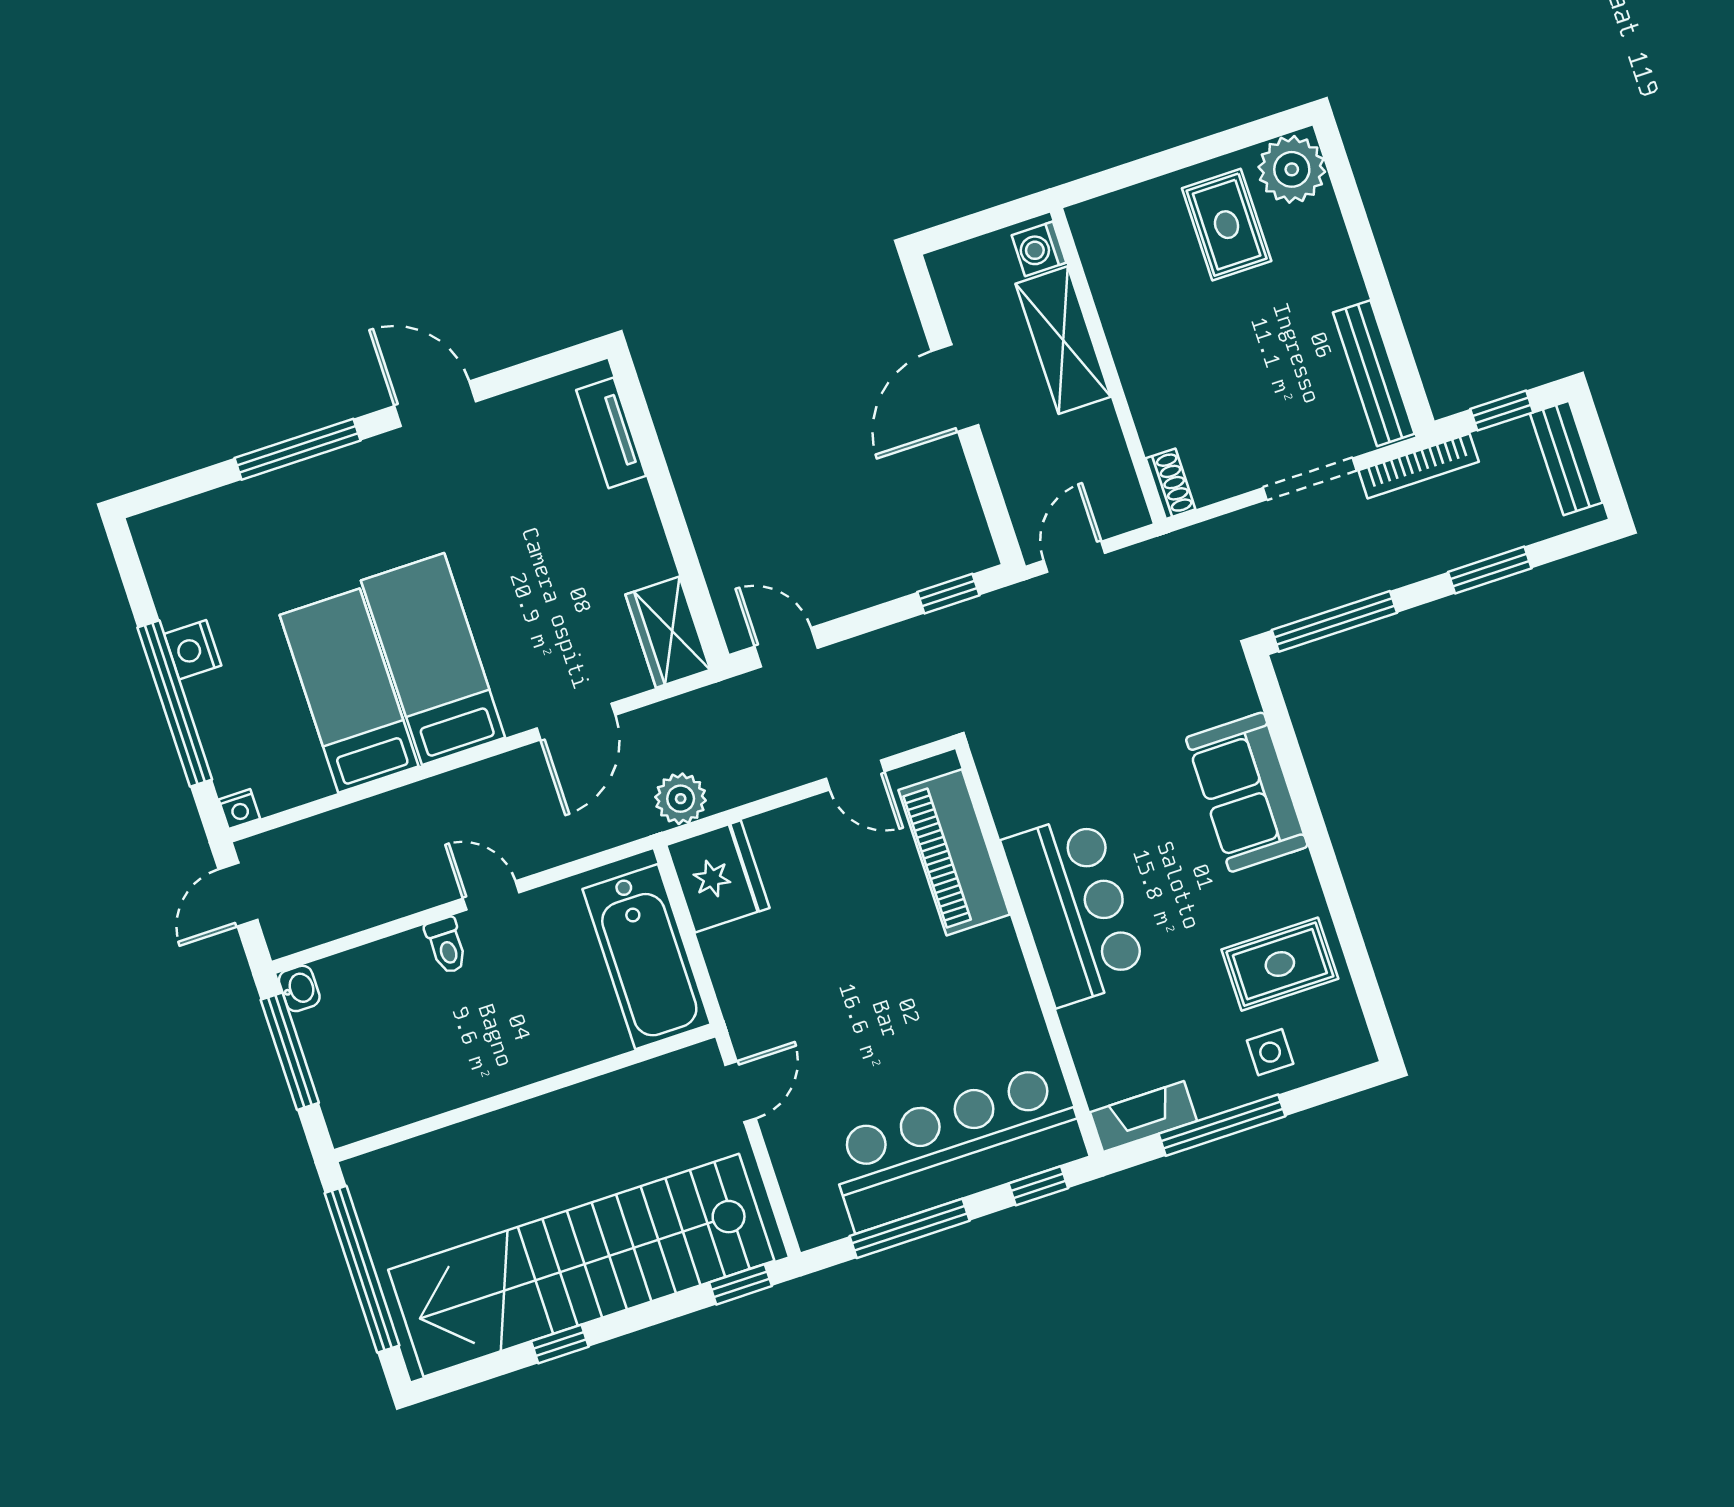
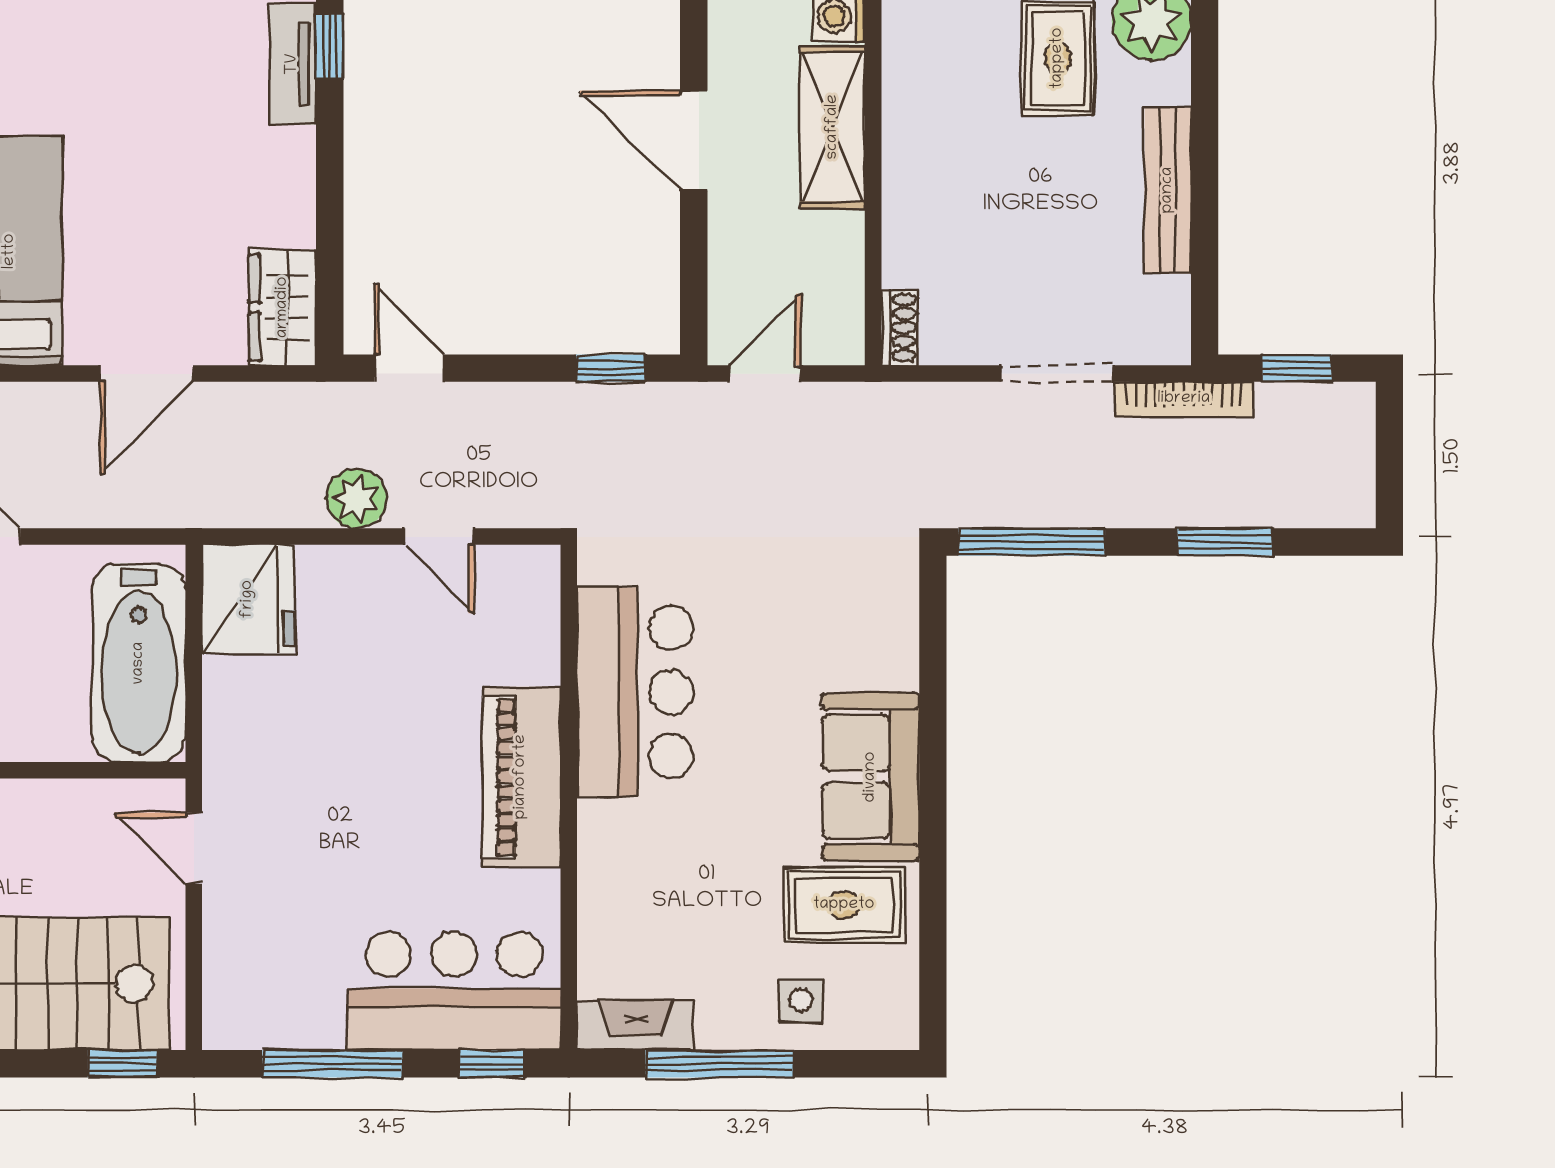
bench: (1374, 373) -> (1168, 190), moved
door: (955, 388) -> (694, 141), hinge flipped
window: (636, 409) -> (330, 46), added
bench: (1566, 458) -> (1352, 445), removed
sofa: (1247, 792) -> (871, 777), moved
plant: (681, 799) -> (356, 498), moved
piano: (954, 852) -> (521, 777), moved
bar counter: (1075, 909) -> (635, 692), moved
door: (740, 1092) -> (194, 848), swing flipped
bar counter: (957, 1148) -> (454, 991), width x0.73

